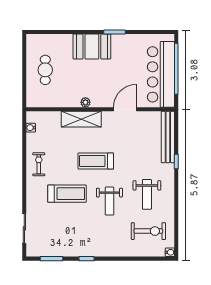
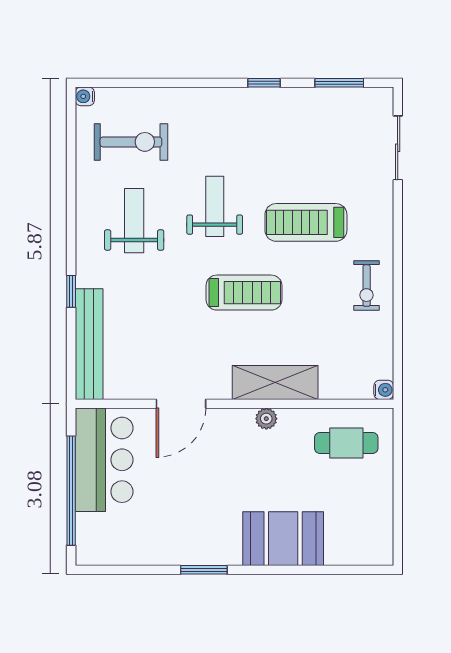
booth: (92, 47) -> (283, 539), moved
cafe table: (45, 70) -> (346, 443), moved, turned 90
bar counter: (161, 74) -> (104, 460), width x0.73
water cooler: (31, 128) -> (384, 390), moved
exercise bike: (148, 231) -> (131, 142), turned 180

